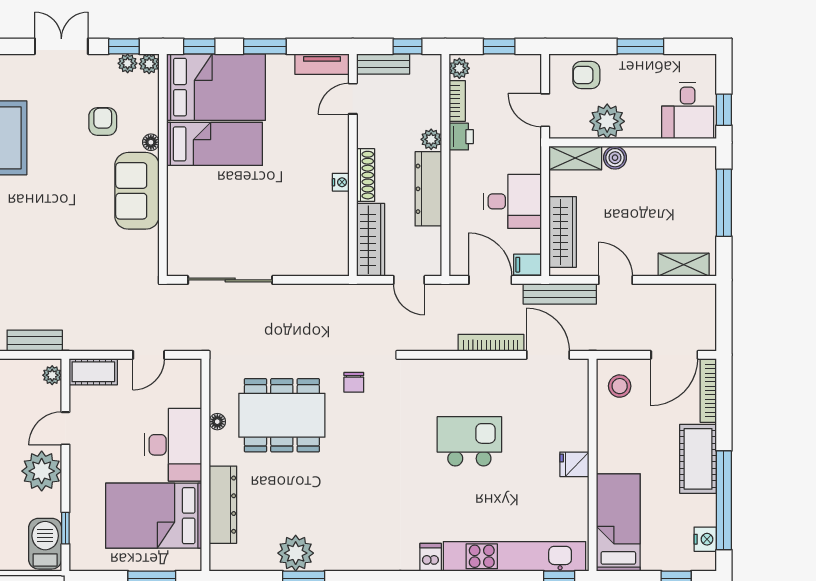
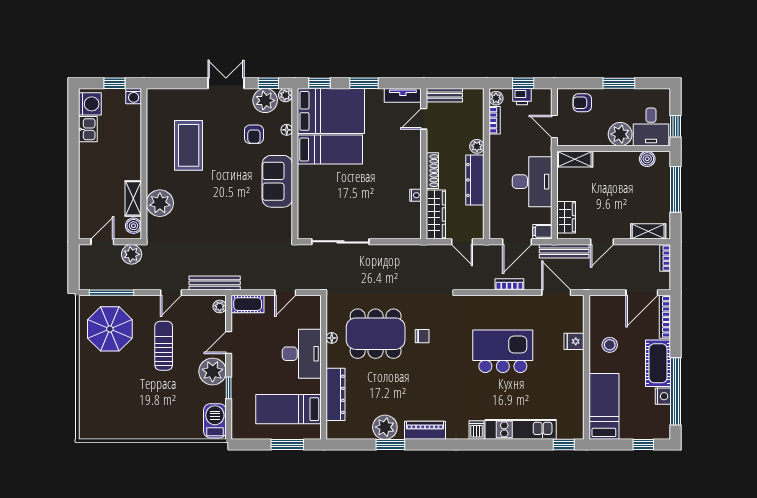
window: (408, 46) -> (461, 83), removed
plant: (128, 63) -> (265, 100), width x1.88, depth x1.88
plant: (607, 121) -> (620, 134), moved
armchair: (103, 122) -> (254, 134), turned 180
printer: (461, 137) -> (522, 97), moved, turned 90
floor lamp: (151, 142) -> (287, 130), moved
boiler: (615, 158) -> (647, 159), moved
nightstand: (341, 182) -> (415, 195), moved
desk: (512, 201) -> (532, 182), width x1.37
wardrobe: (563, 232) -> (566, 217), width x0.67
door: (490, 280) -> (517, 242), swing flipped
door: (615, 280) -> (602, 242), swing flipped
bookcase: (709, 304) -> (665, 258), added
bench: (35, 341) -> (215, 283), width x1.36
bookcase: (491, 343) -> (509, 284), width x0.64
chair: (354, 382) -> (422, 336), moved, turned -90
stool: (620, 386) -> (610, 345), moved
kitchen island: (469, 441) -> (503, 351), width x1.37, depth x1.28
fridge: (574, 464) -> (574, 341), moved
bed: (154, 516) -> (289, 409), width x0.67
window: (65, 528) -> (229, 388), moved
nightstand: (705, 539) -> (663, 396), moved
kitchen unit: (515, 556) -> (521, 429), width x0.73
piano: (355, 558) -> (425, 430), added

